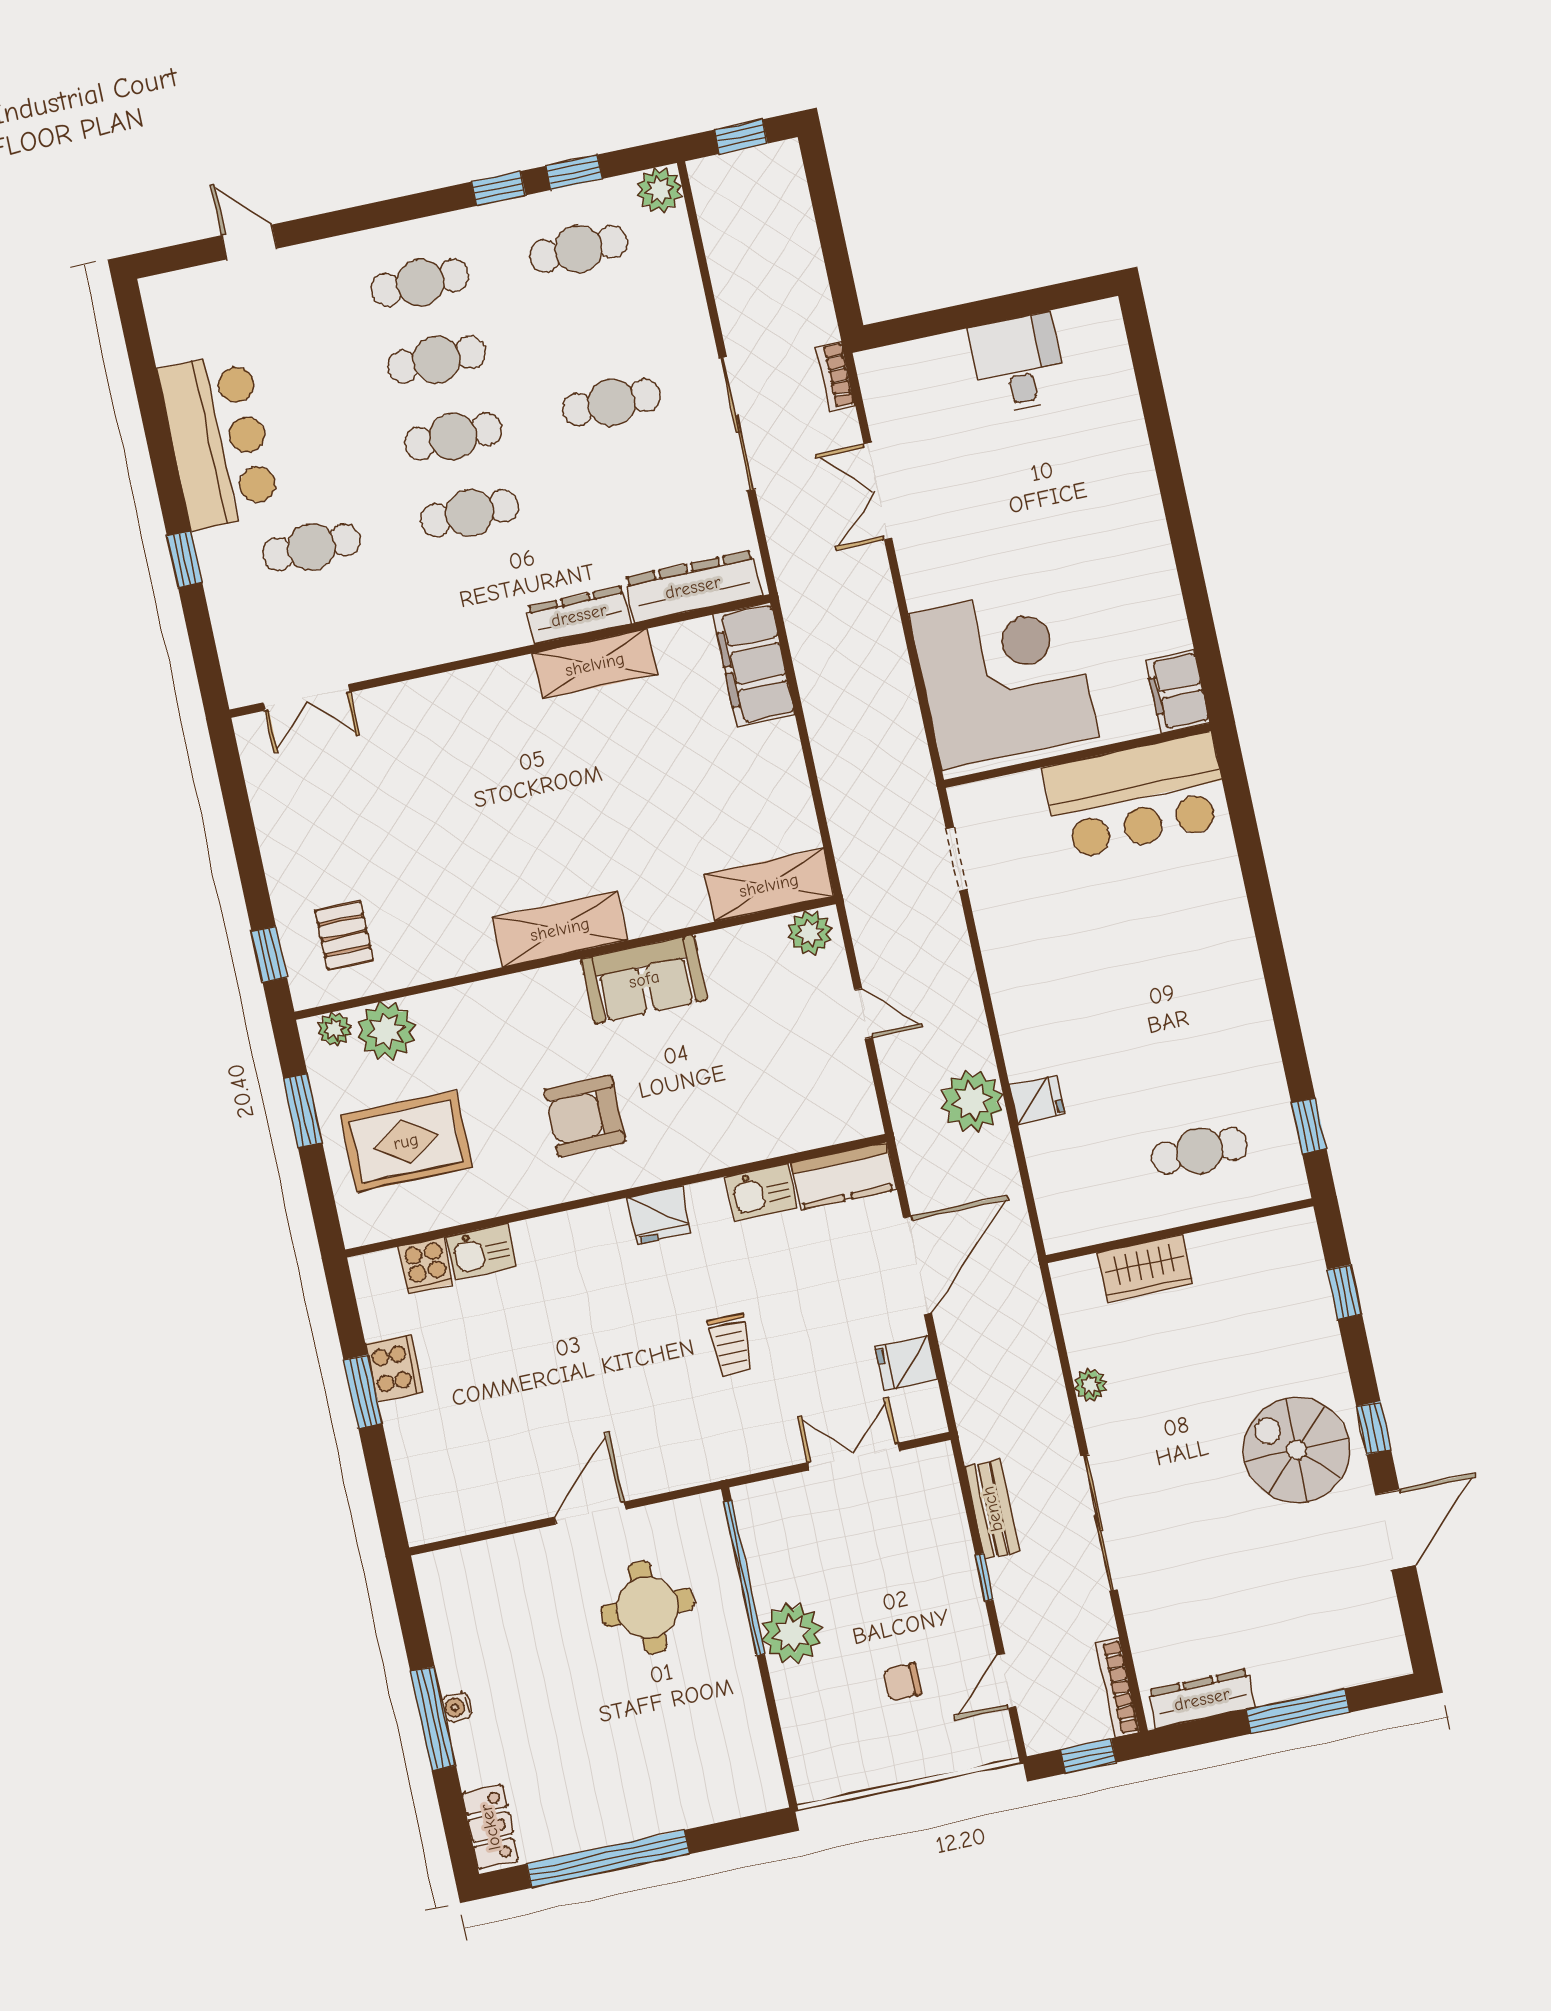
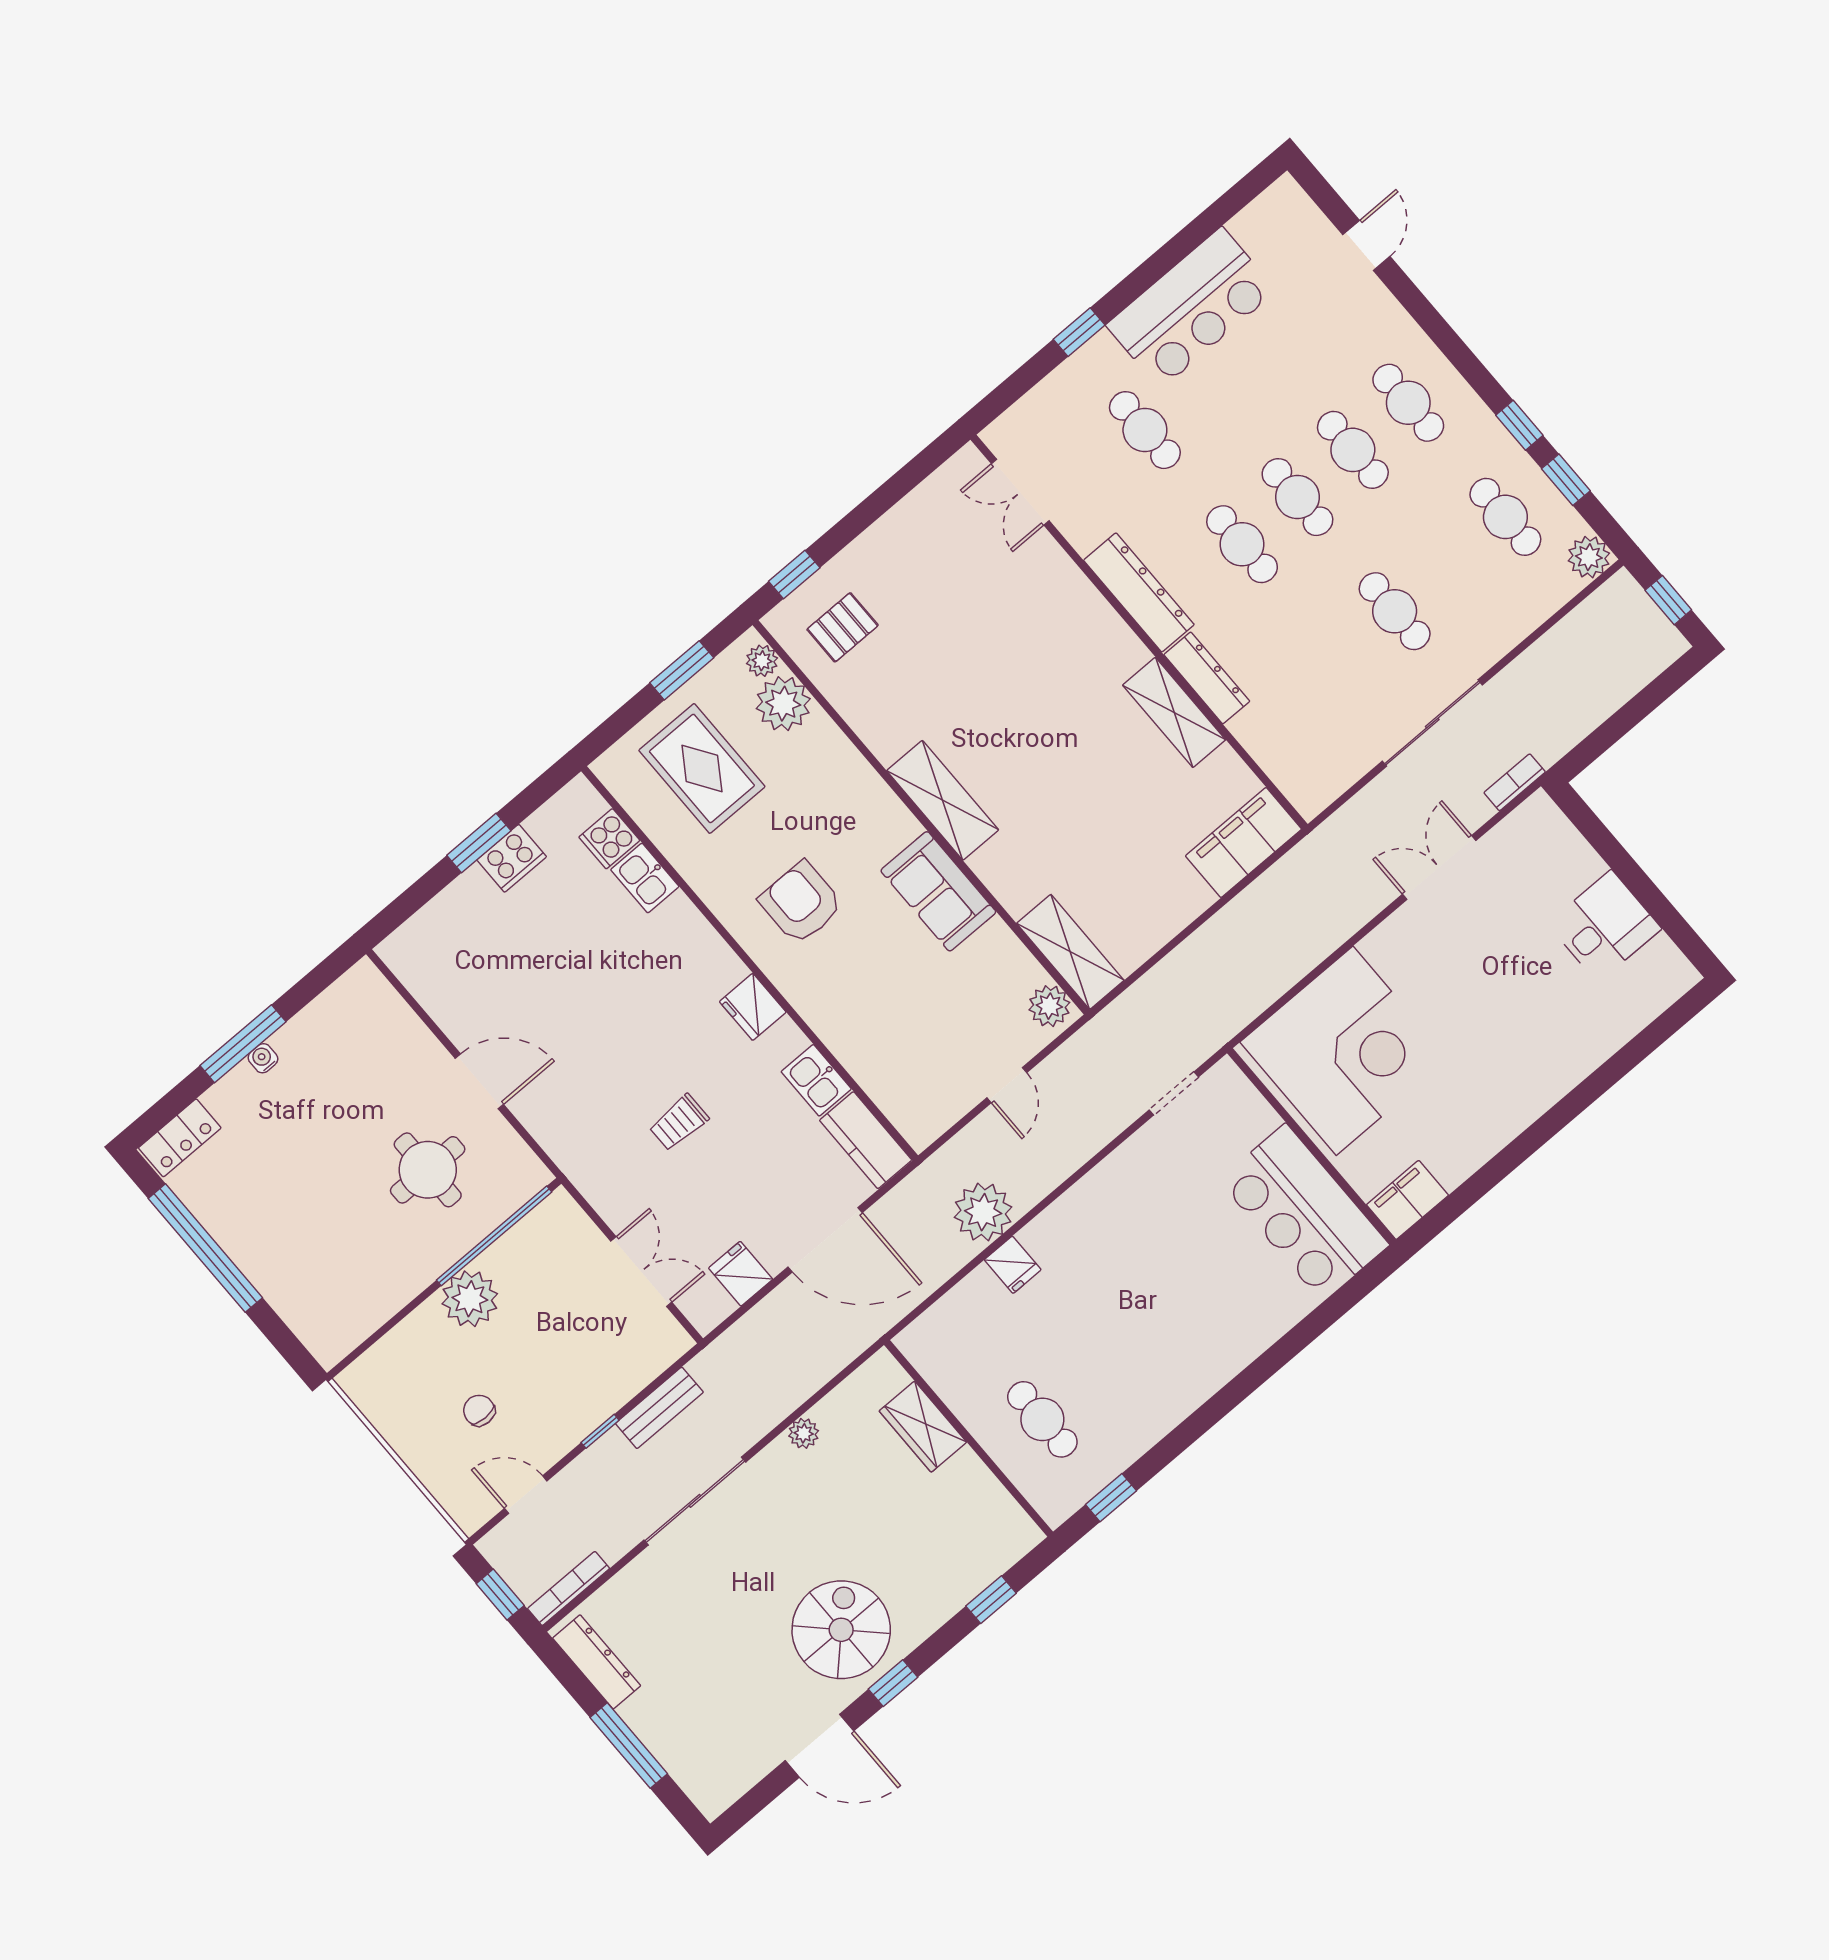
dresser: (693, 587) -> (1139, 592), moved

